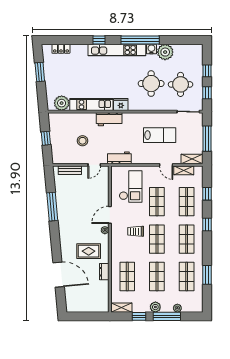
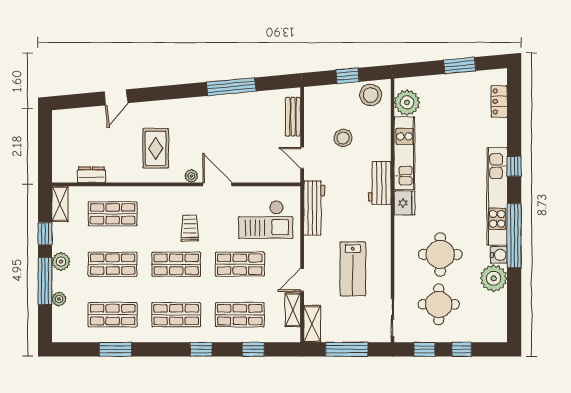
stool: (57, 125) -> (371, 95), added
workbench: (119, 158) -> (314, 208), width x1.38
dresser: (104, 272) -> (92, 175), moved
door: (59, 275) -> (116, 97), width x0.53

